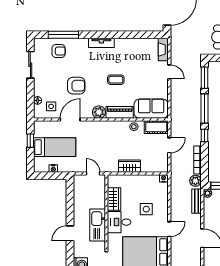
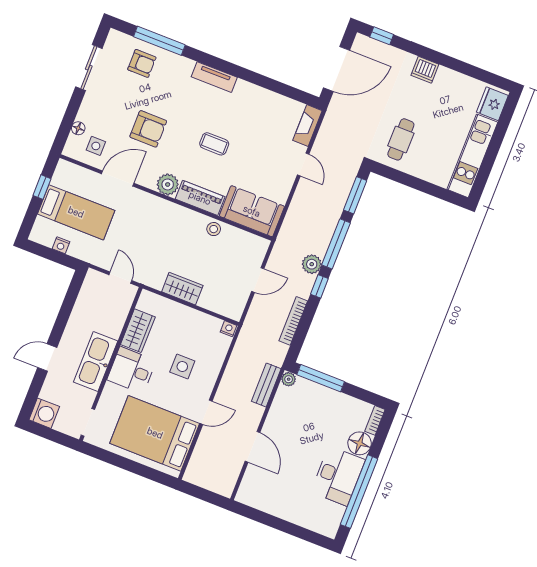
cot: (156, 127) -> (249, 243), removed
plant: (195, 181) -> (312, 264), moved

